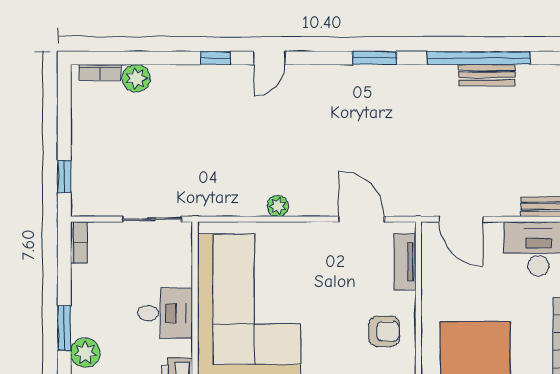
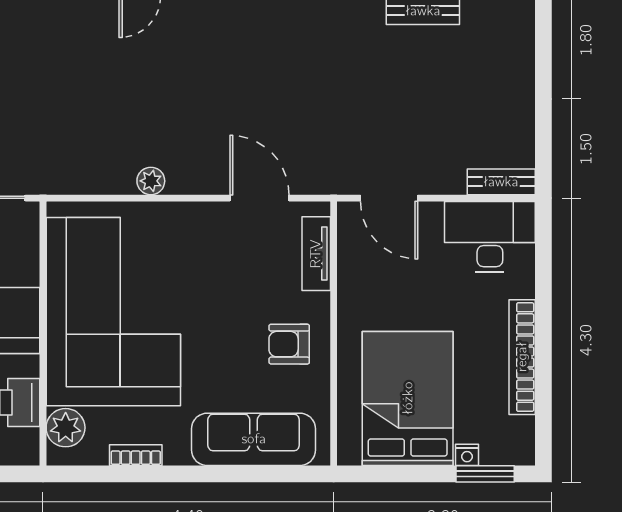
armchair: (384, 331) -> (289, 344), turned 180

